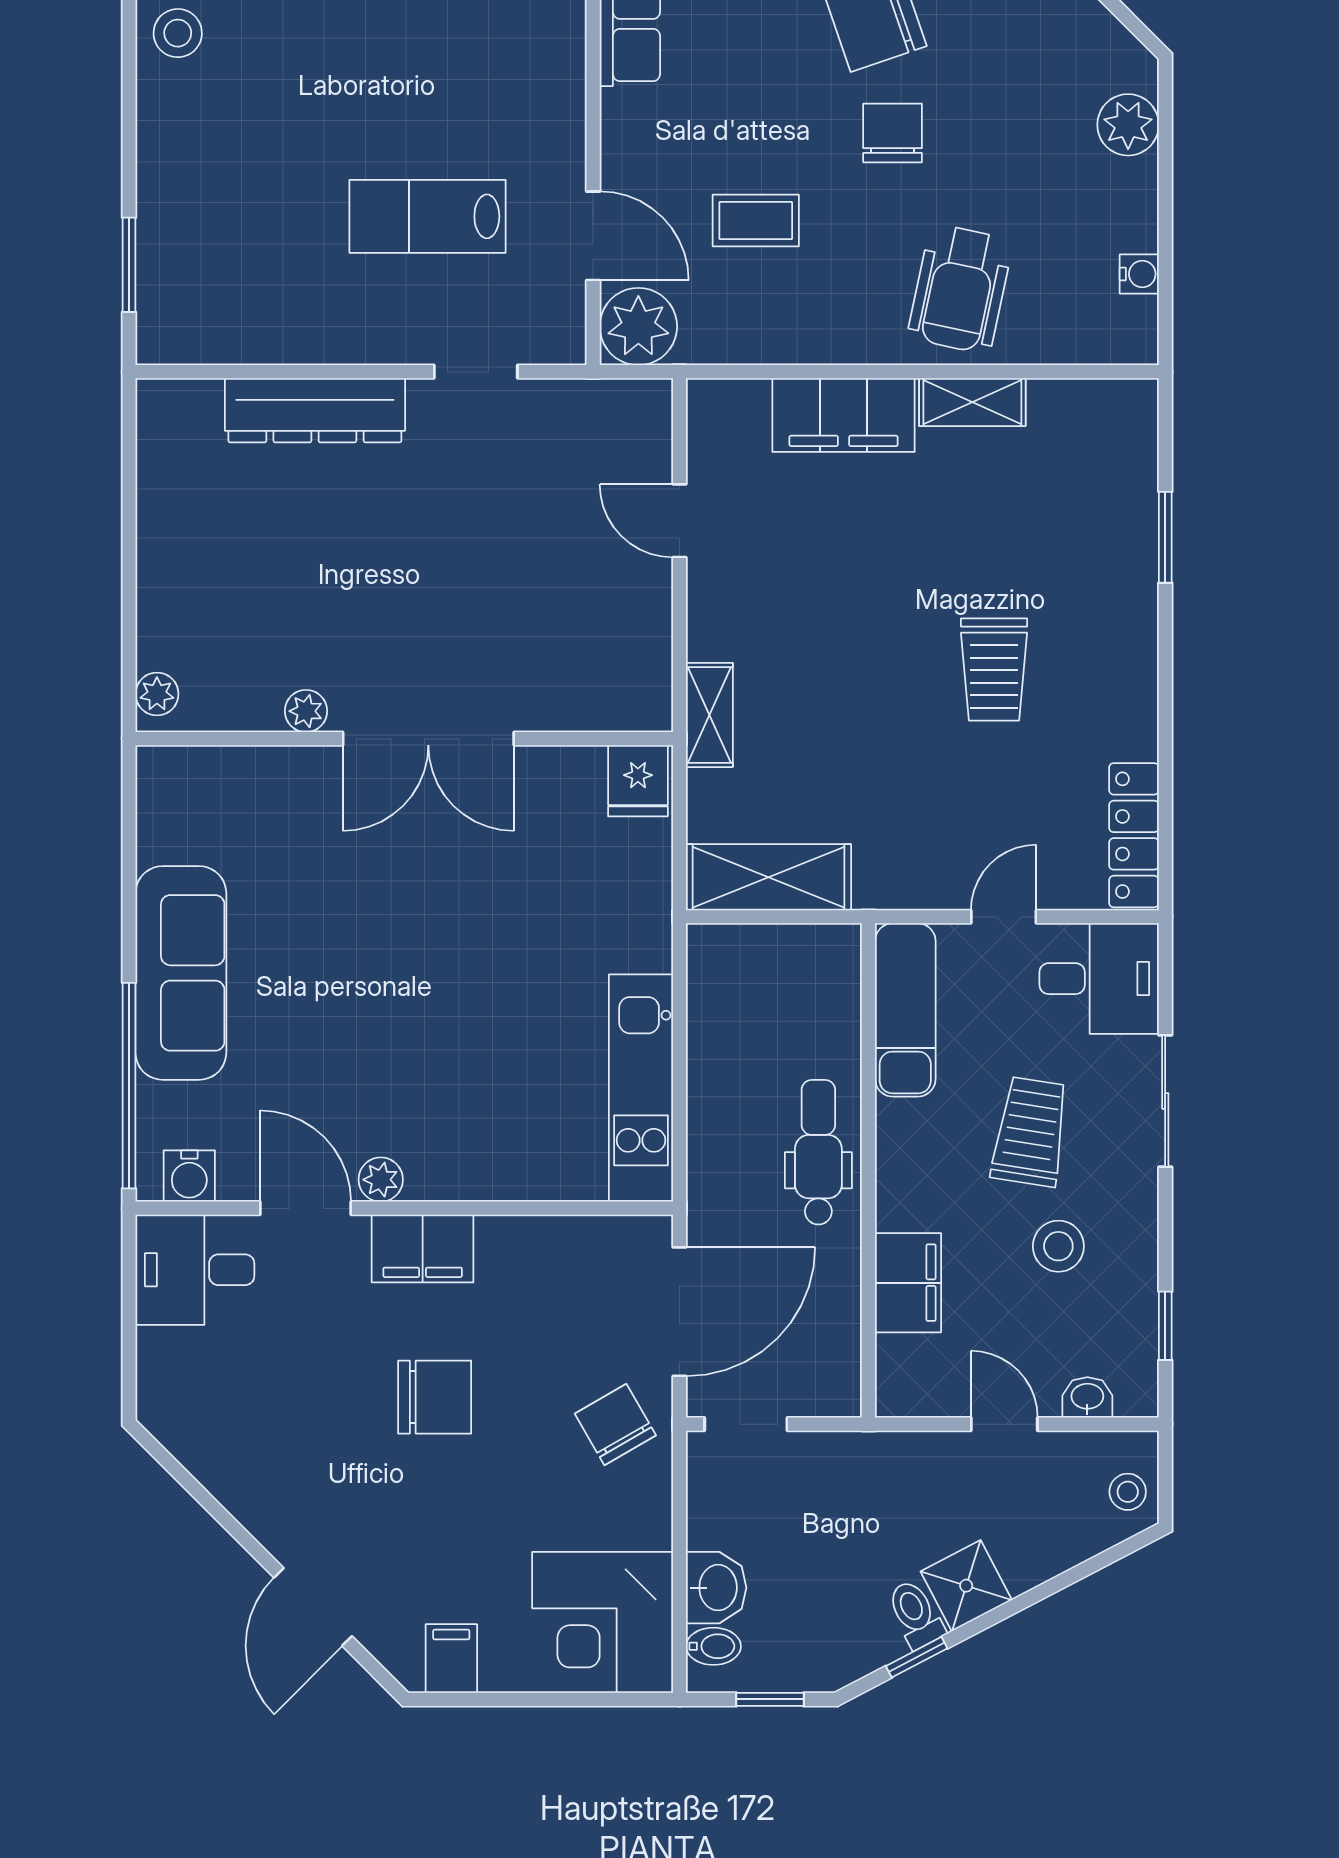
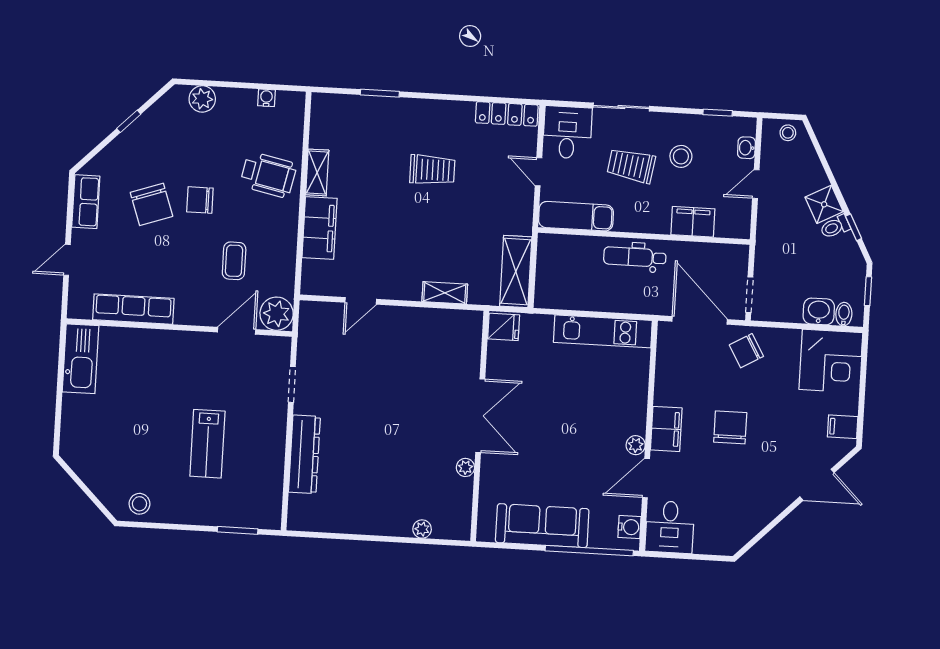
lab bench: (427, 216) -> (207, 444), moved
plant: (306, 711) -> (465, 467), moved
wall: (404, 739) -> (480, 426), moved
double door: (428, 739) -> (480, 416), moved
fridge: (638, 781) -> (504, 327), moved

